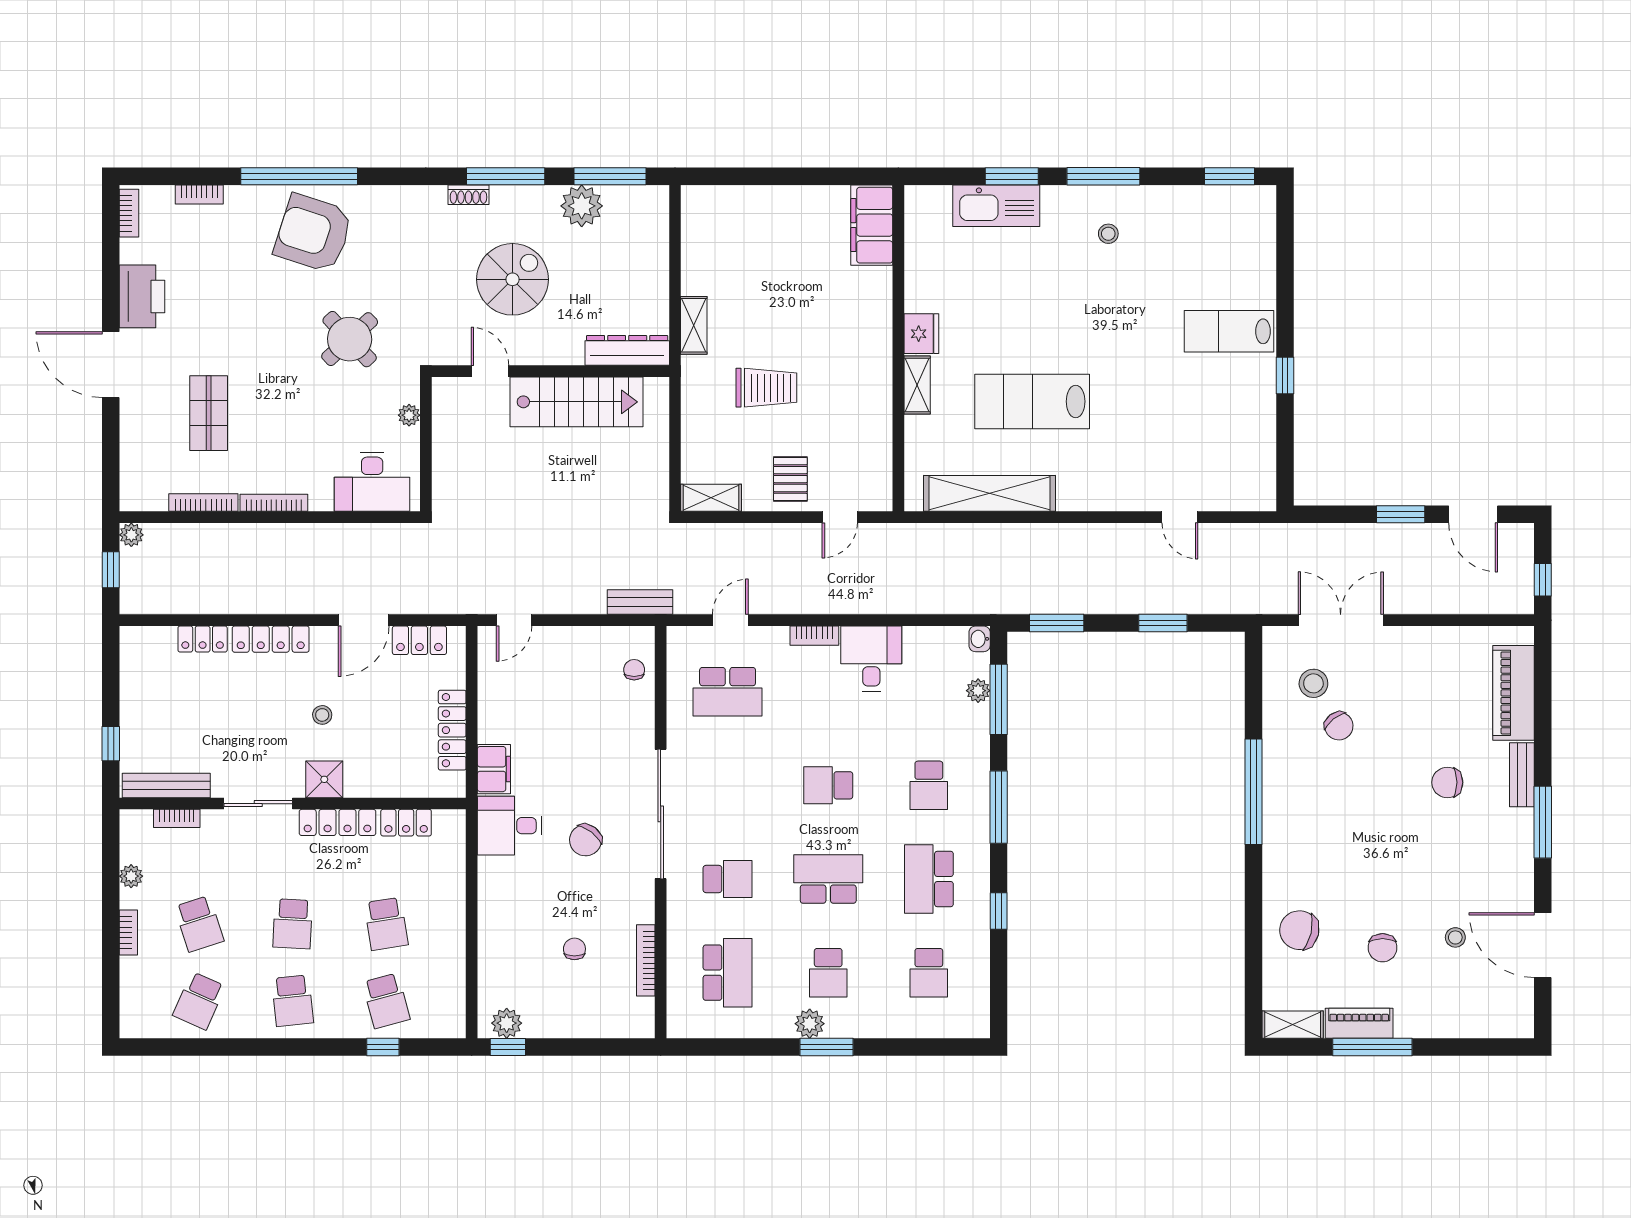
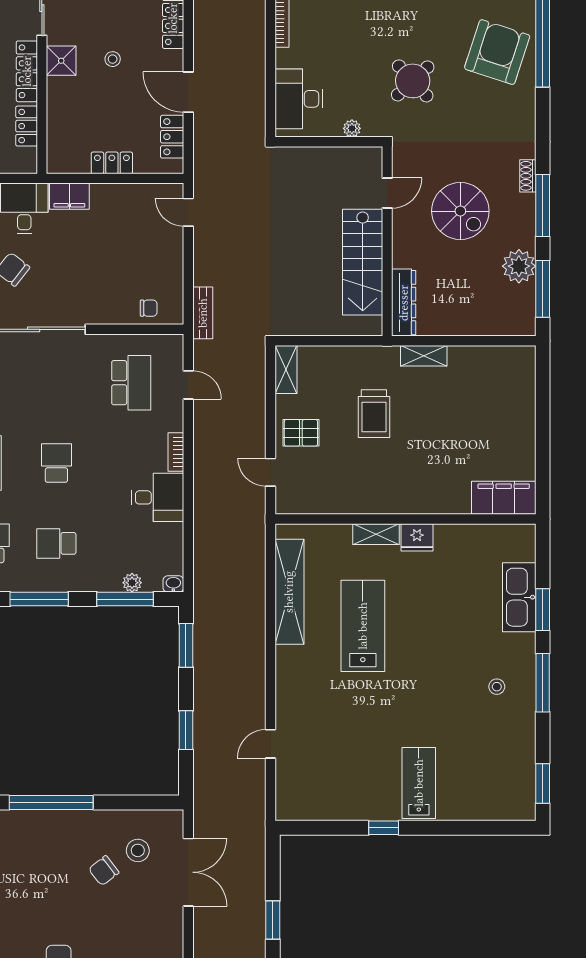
school desk: (728, 692) -> (131, 383), turned 180
locker: (452, 730) -> (112, 163), width x0.66

